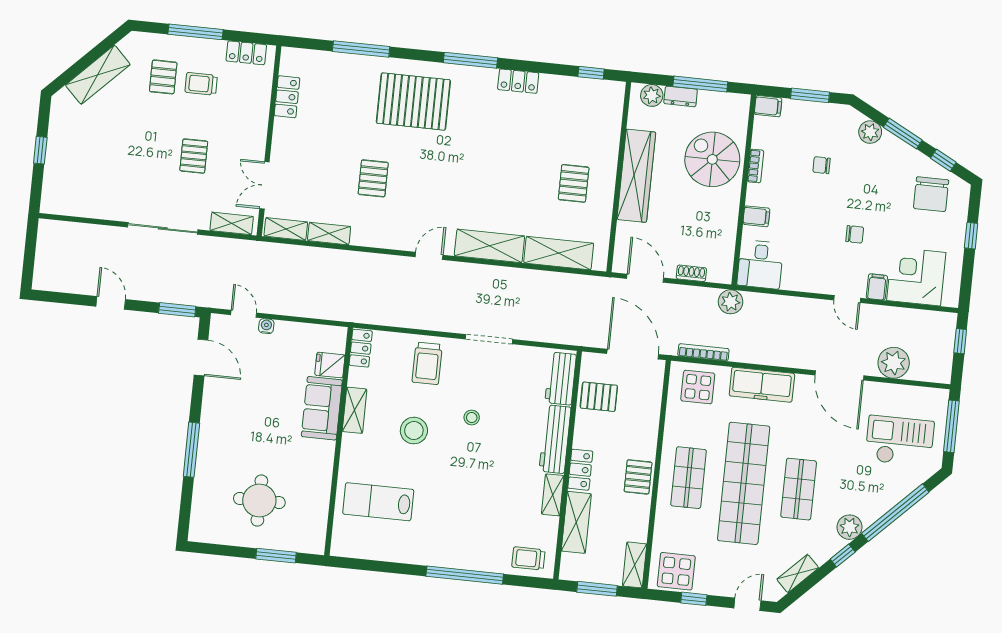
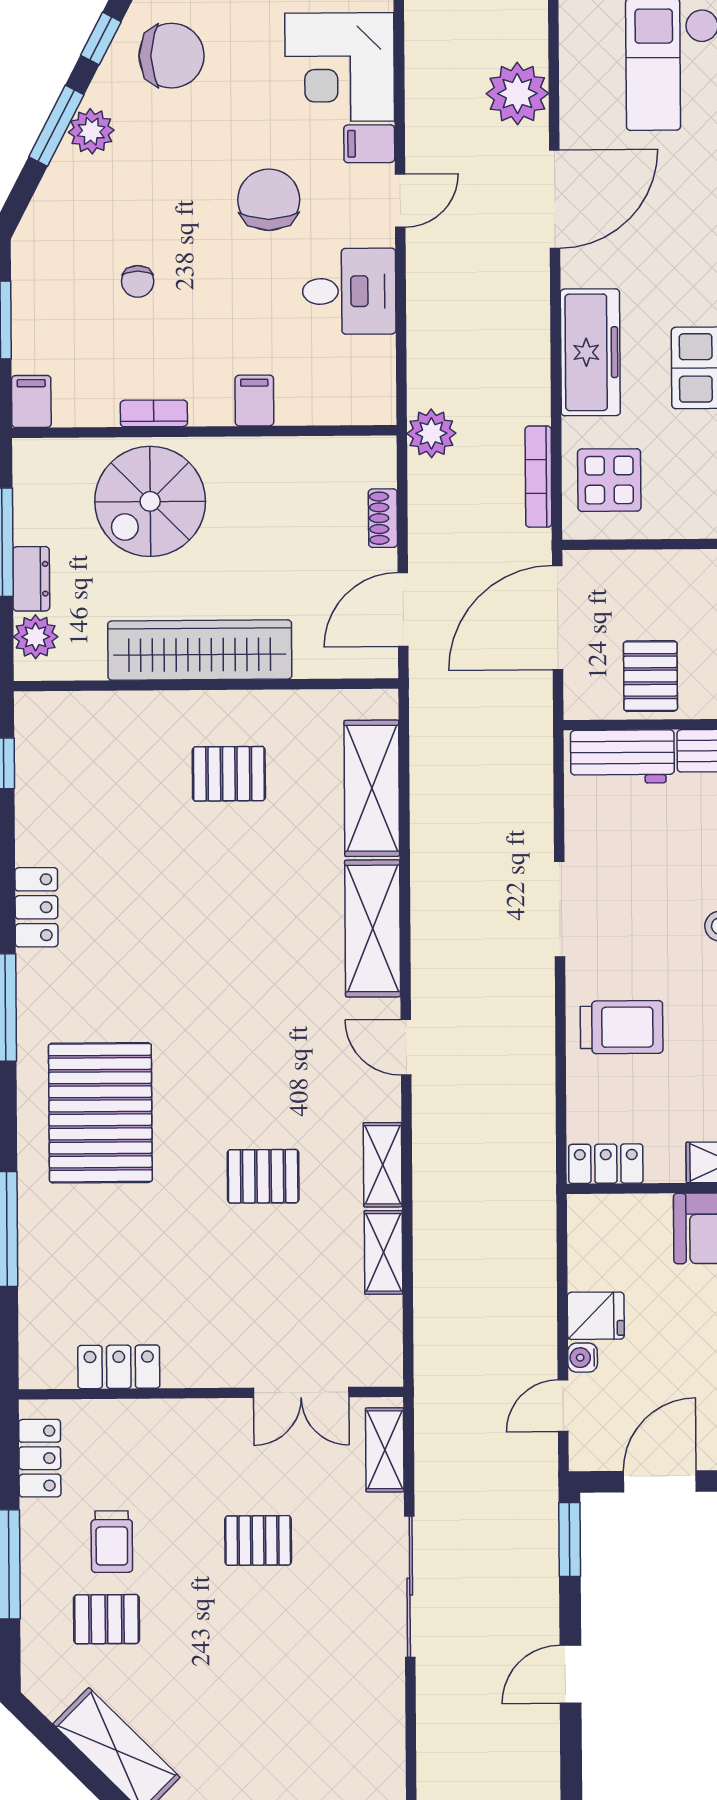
plant: (870, 132) -> (91, 131), moved
shelving: (286, 229) -> (383, 1165), moved
chair: (855, 234) -> (269, 200), width x1.87, depth x1.87
desk: (760, 264) -> (349, 291), moved
fridge: (330, 365) -> (596, 1316), moved, turned -90

